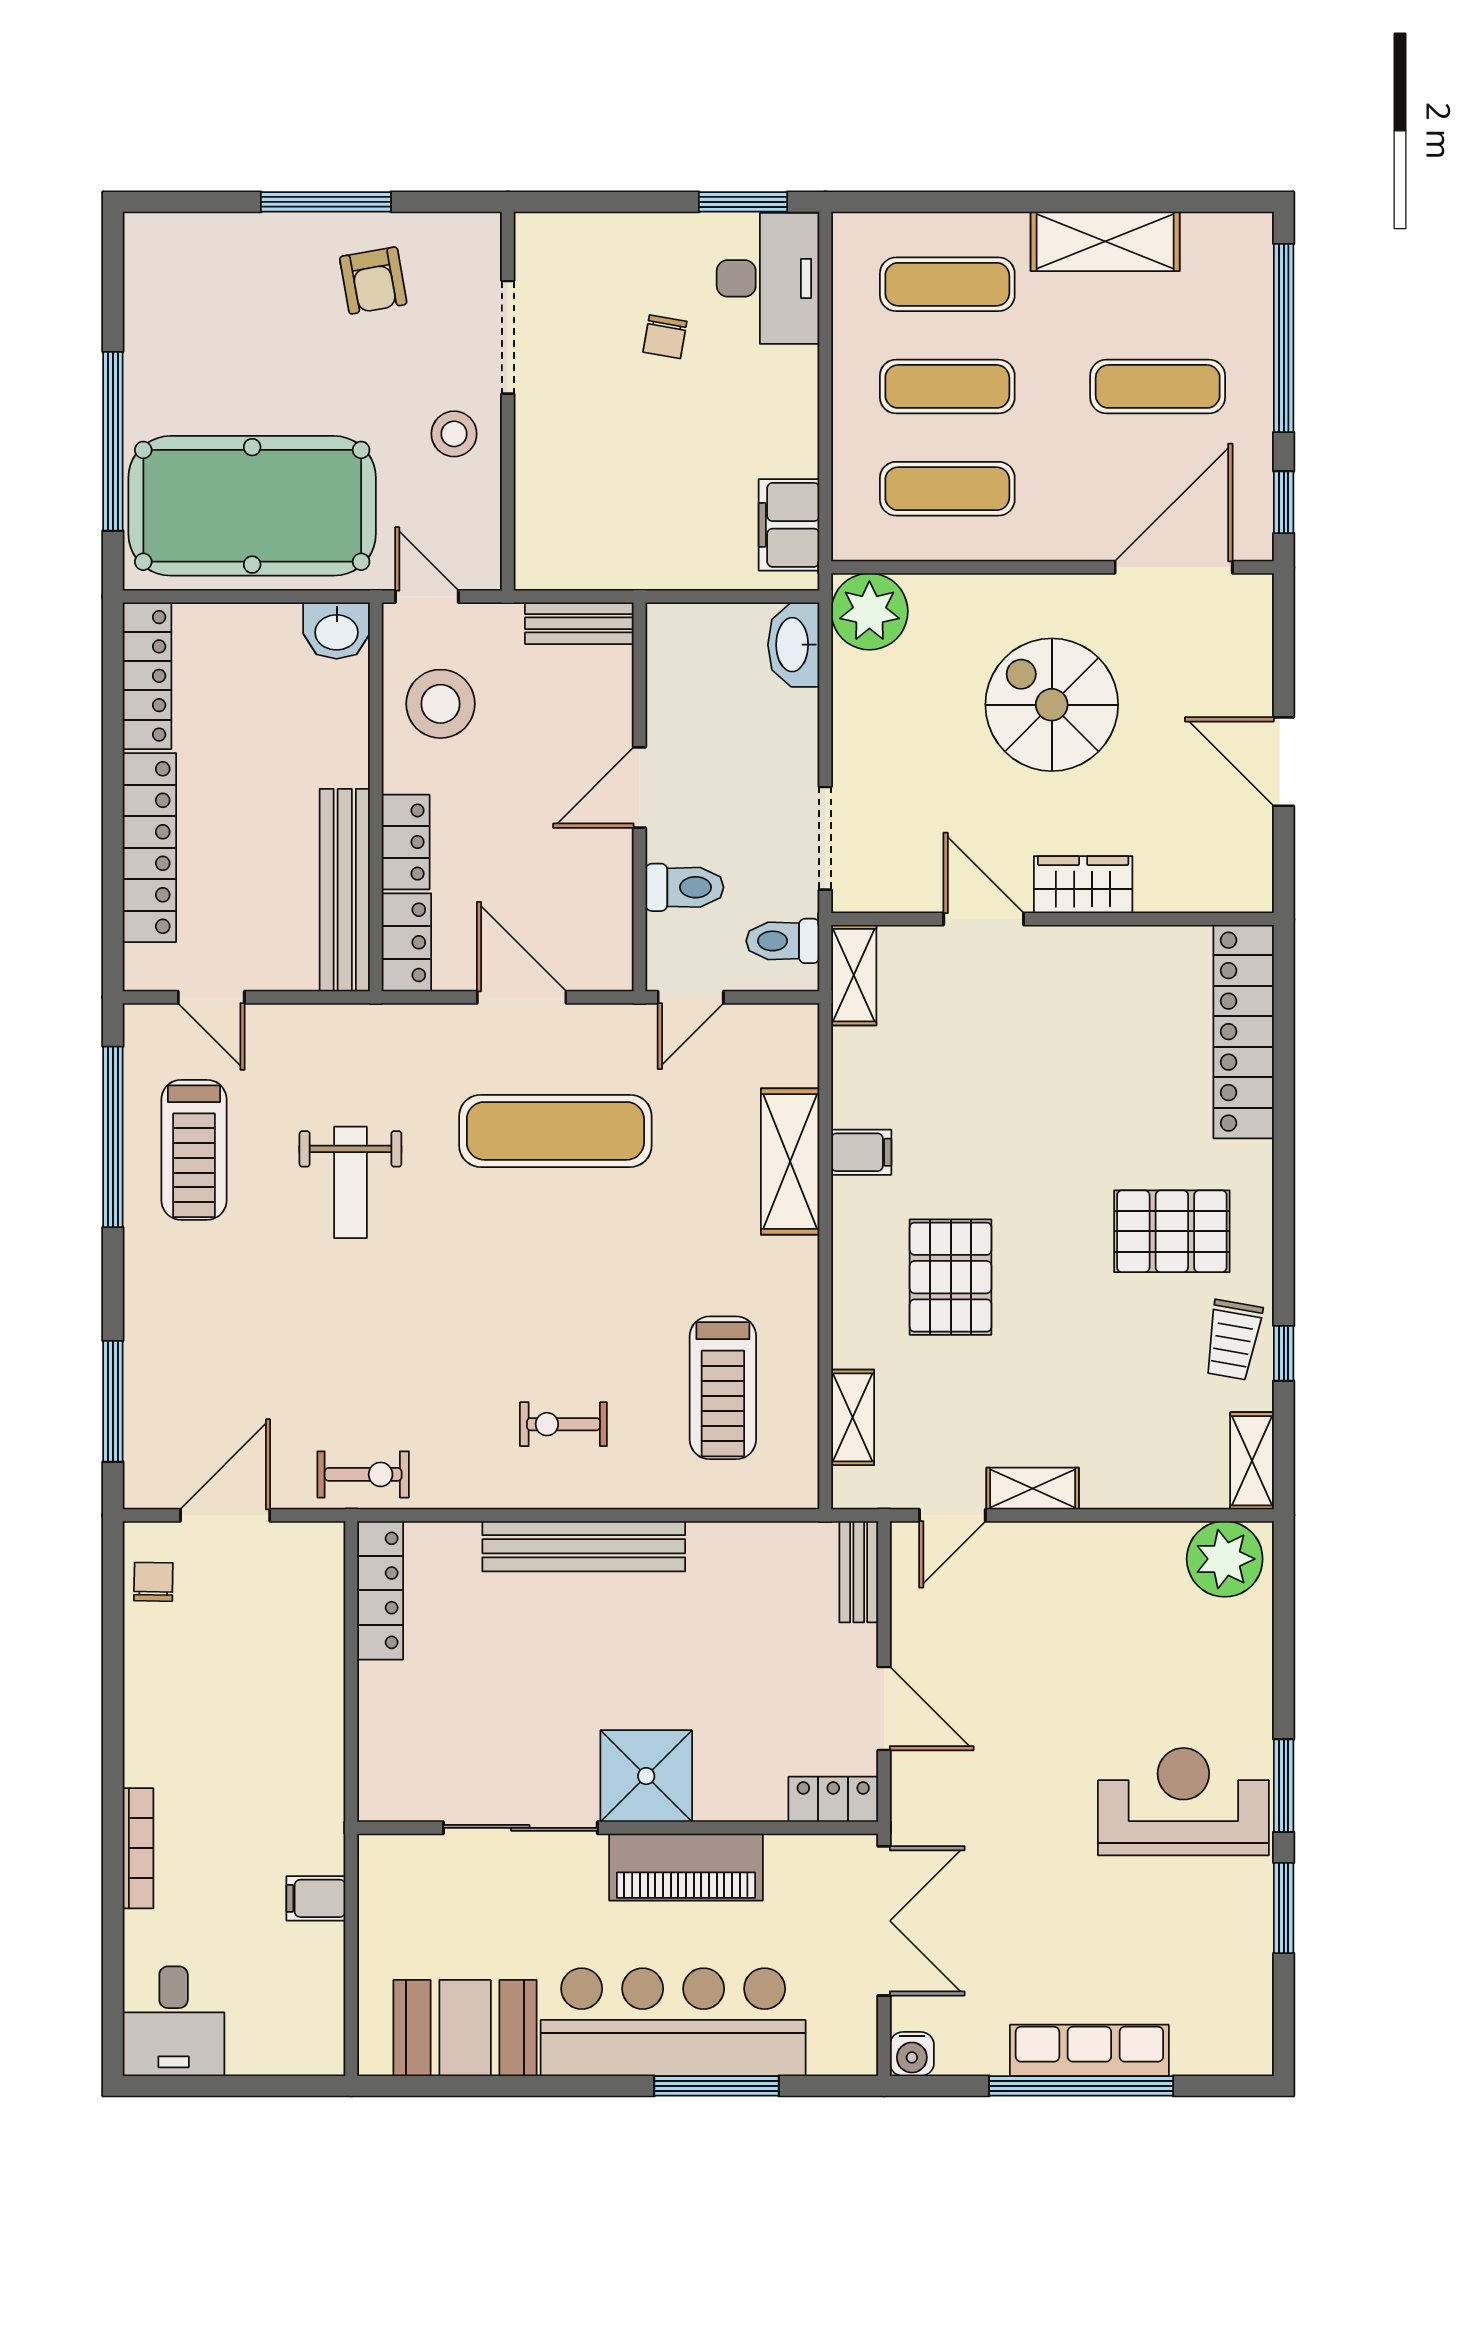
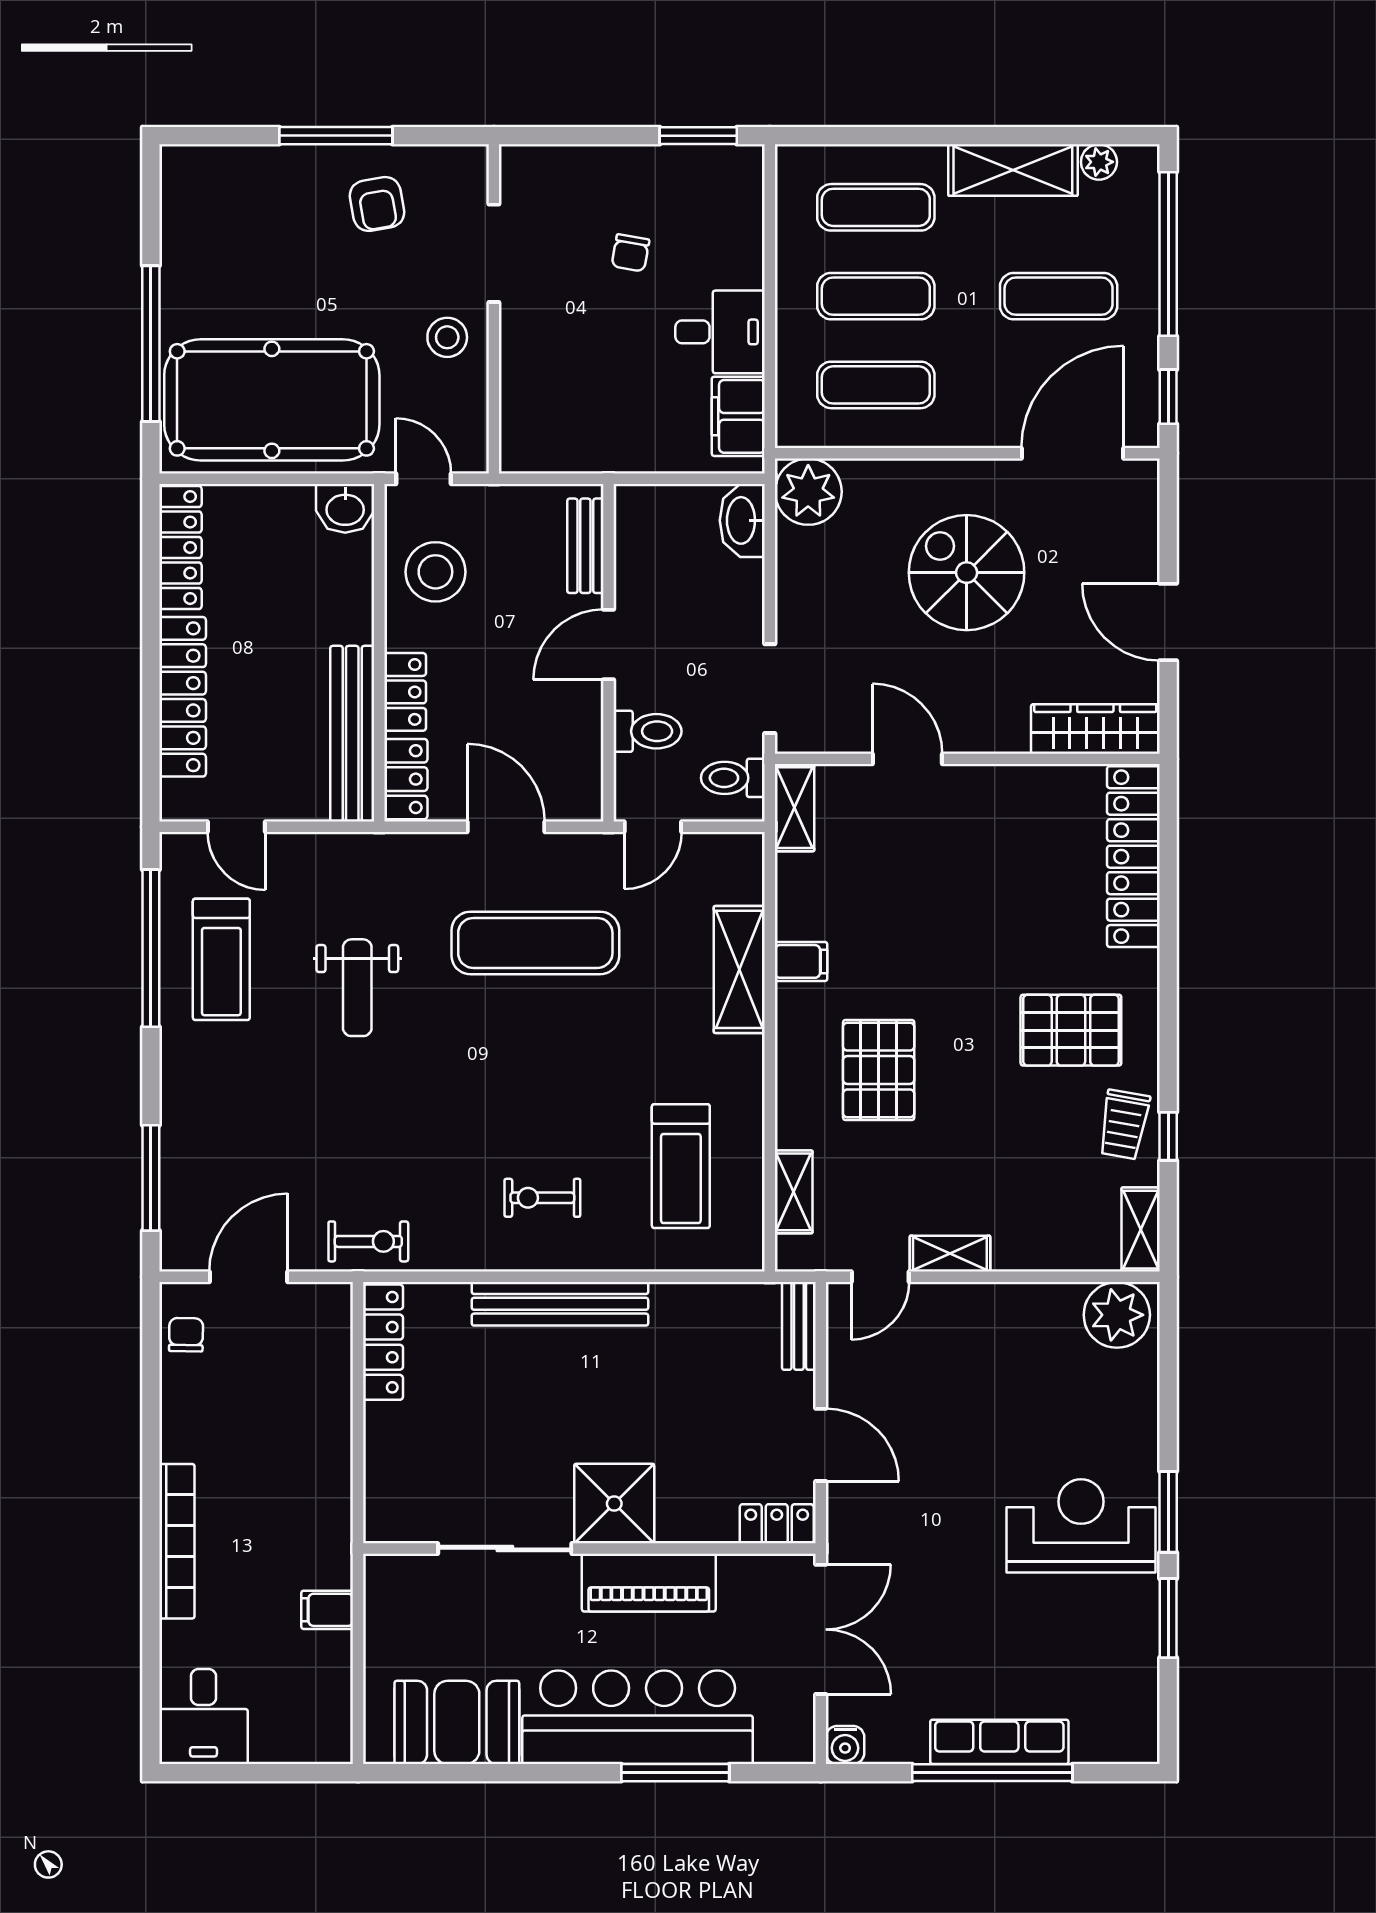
plant: (1204, 232) -> (1099, 162), added
desk: (768, 278) -> (720, 332), moved, width x0.73
bench: (579, 623) -> (585, 546), moved, turned 90
wardrobe: (1083, 885) -> (1095, 729), moved, width x1.50
bookcase: (138, 1848) -> (177, 1541), width x1.48, depth x1.31

